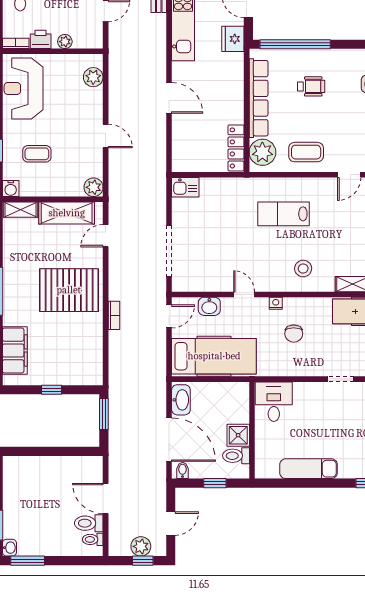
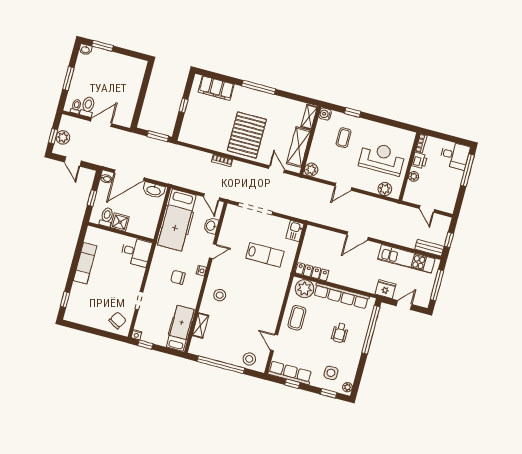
reception desk: (24, 88) -> (382, 158), moved
lab bench: (283, 214) -> (265, 255), moved, turned 90
window: (28, 561) -> (68, 78), moved

